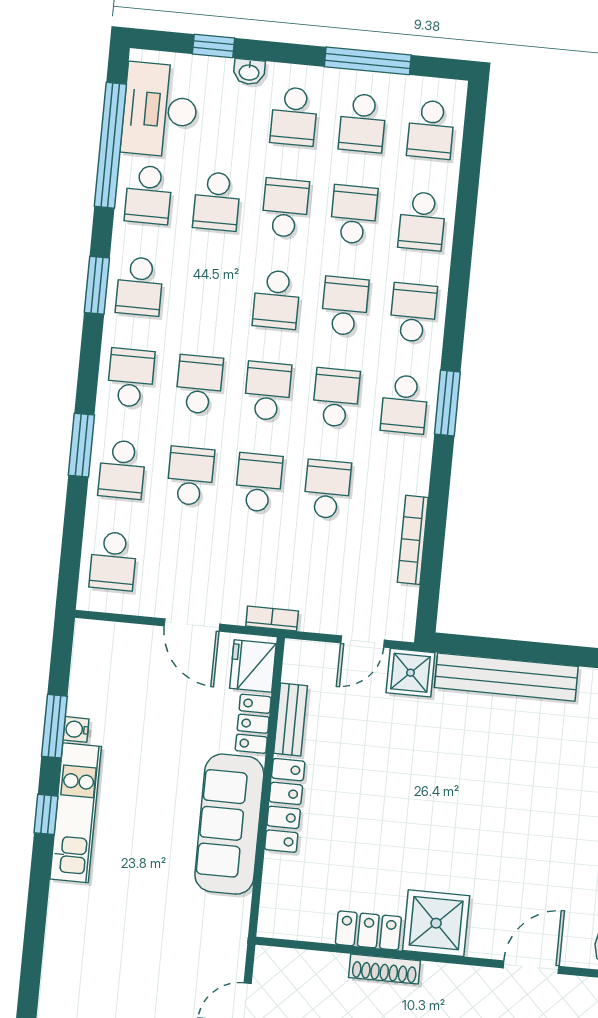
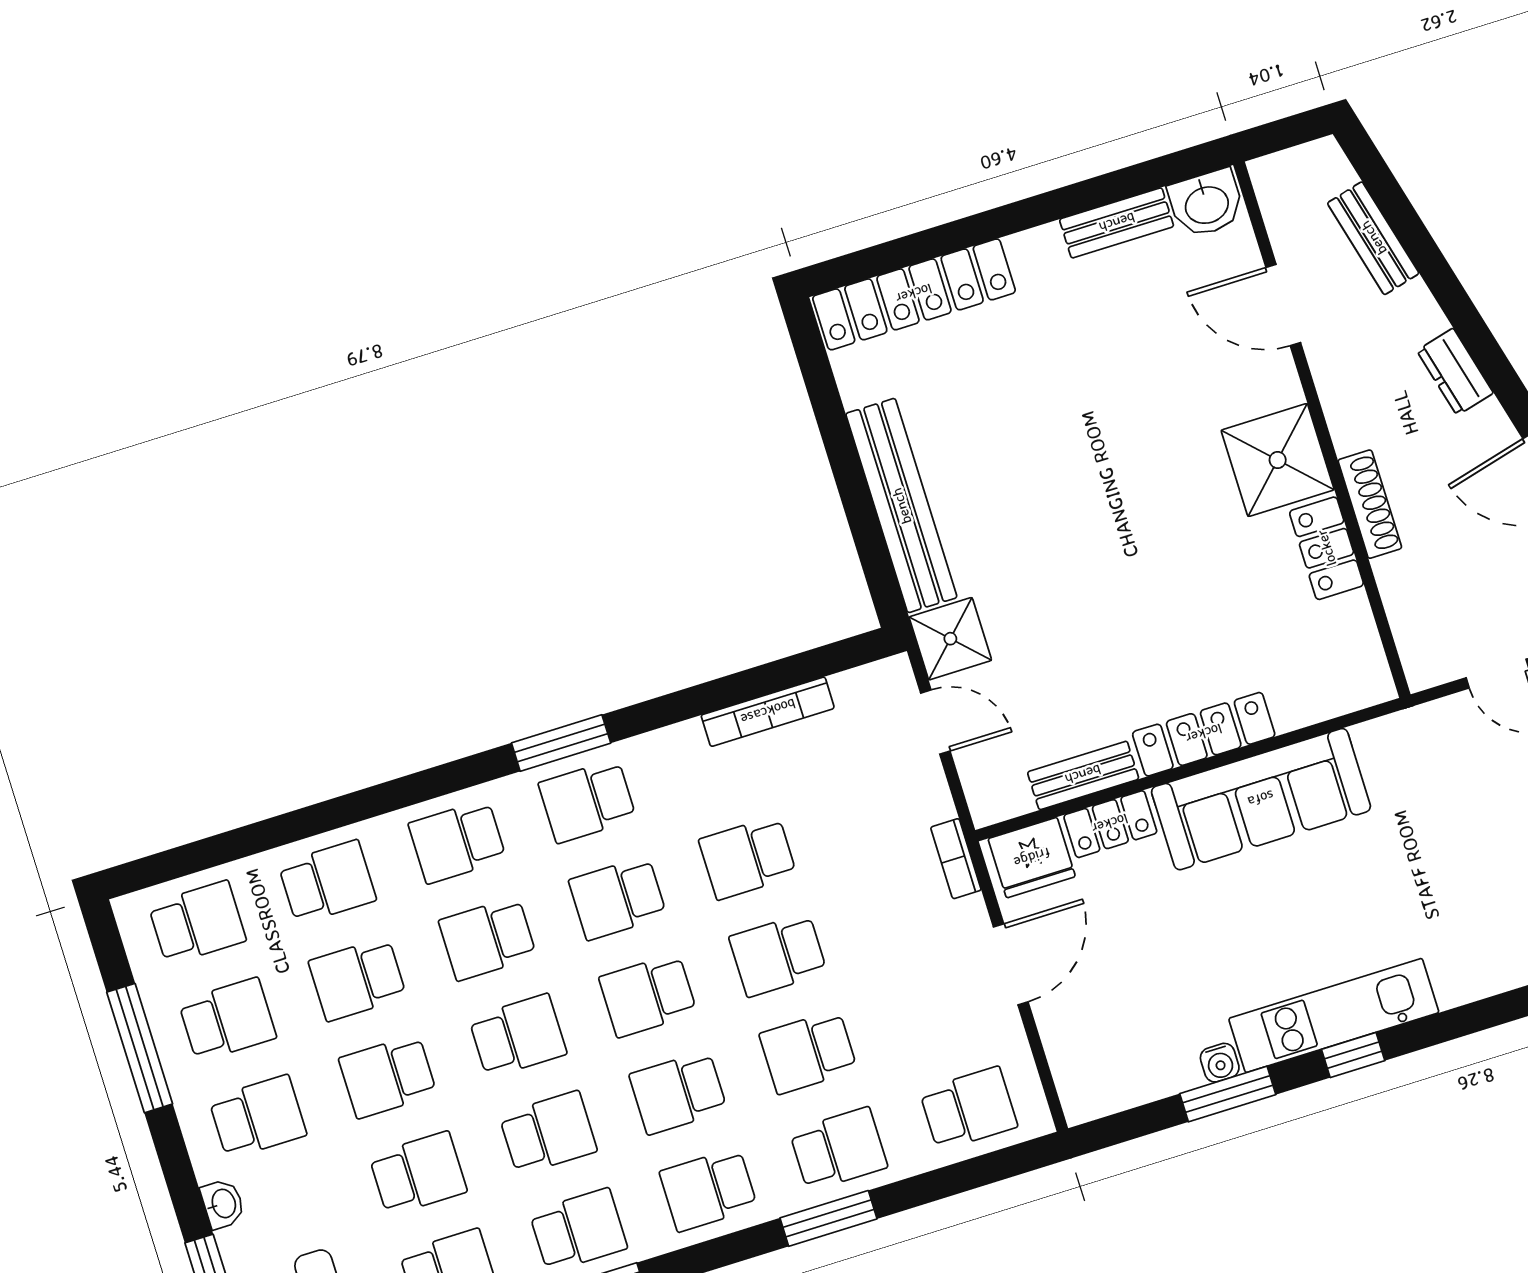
school desk: (208, 293) -> (548, 1133), added
school desk: (404, 404) -> (587, 801), turned 180

